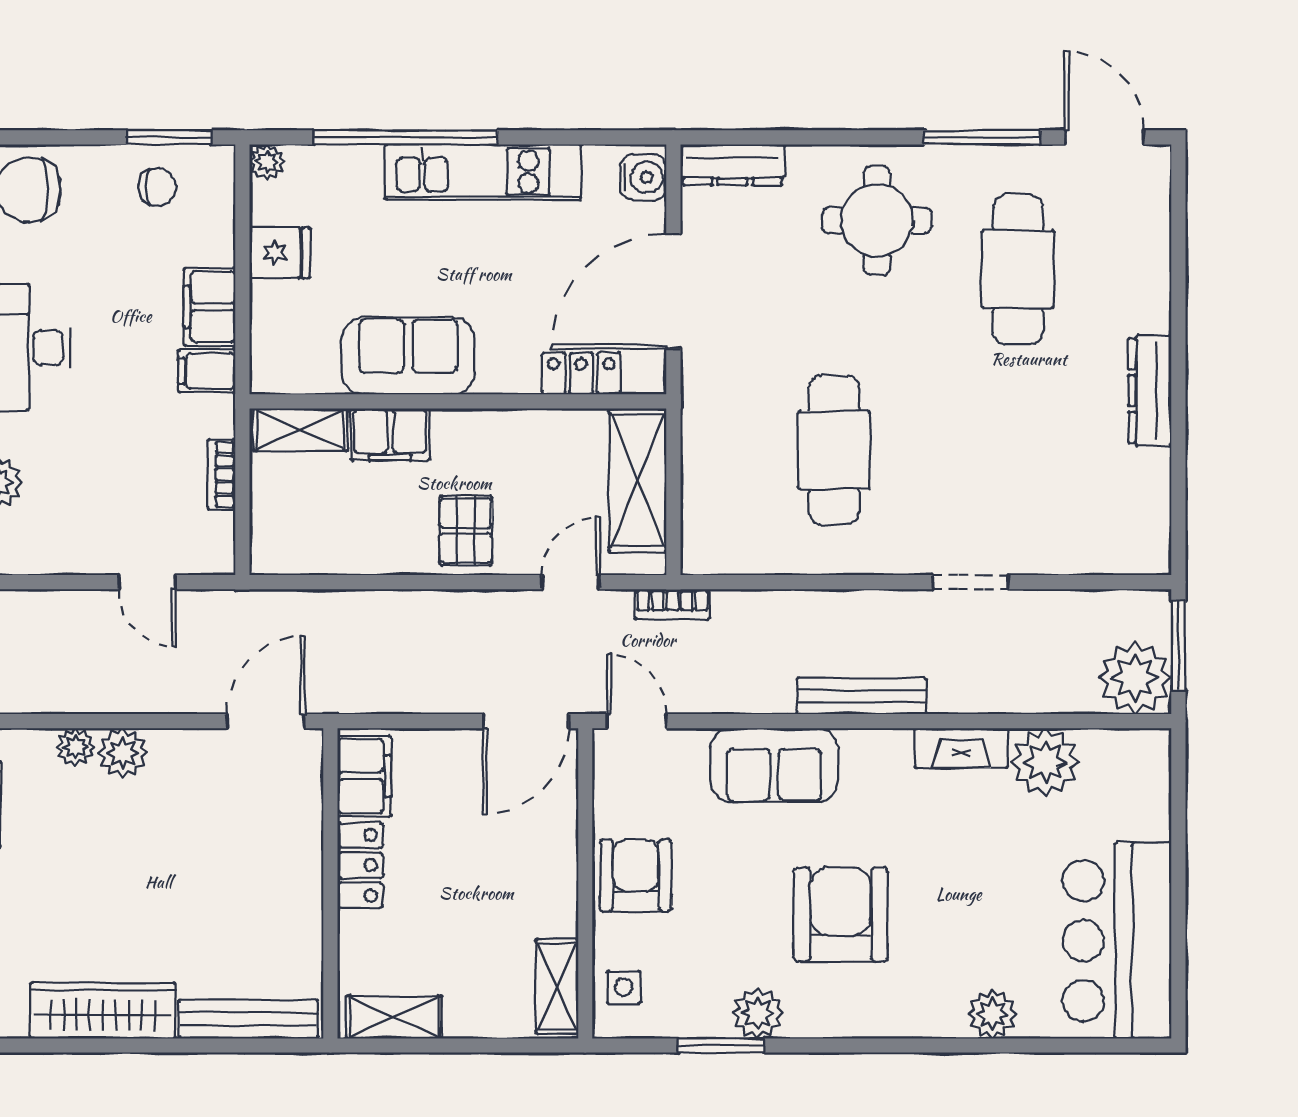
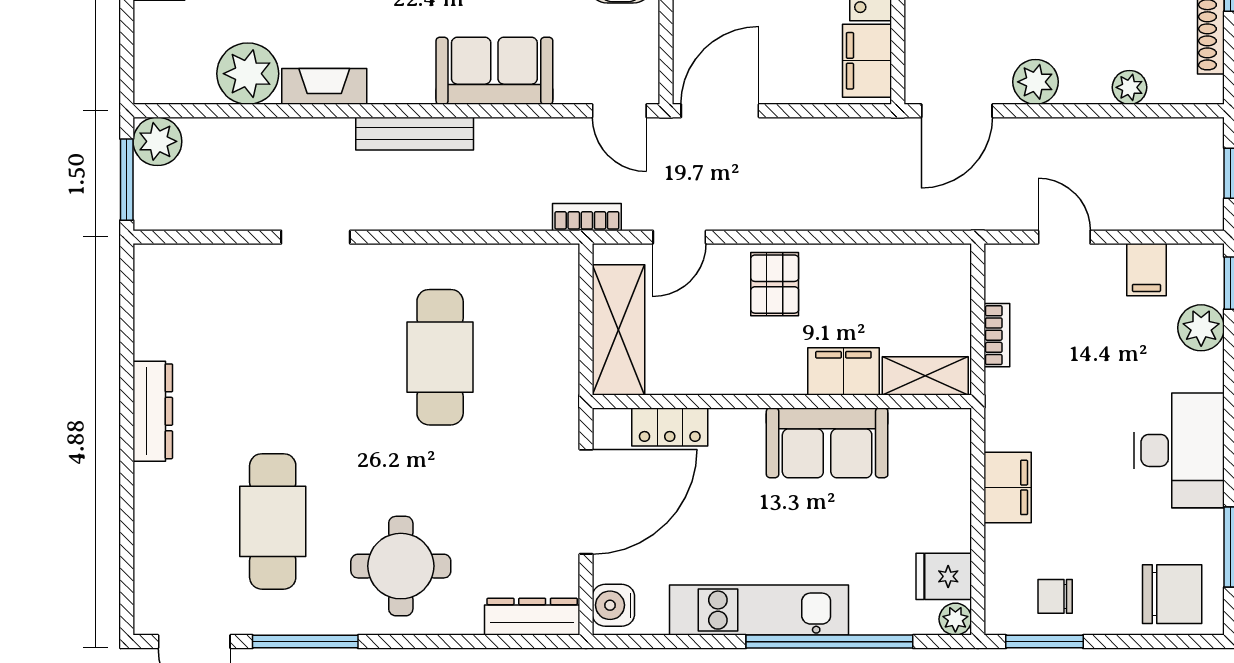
fridge: (280, 253) -> (944, 576), moved
filing cabinet: (207, 371) -> (1146, 270), moved, turned 90
plant: (1135, 678) -> (157, 141), width x0.73, depth x0.73
plant: (123, 753) -> (1036, 82), moved

